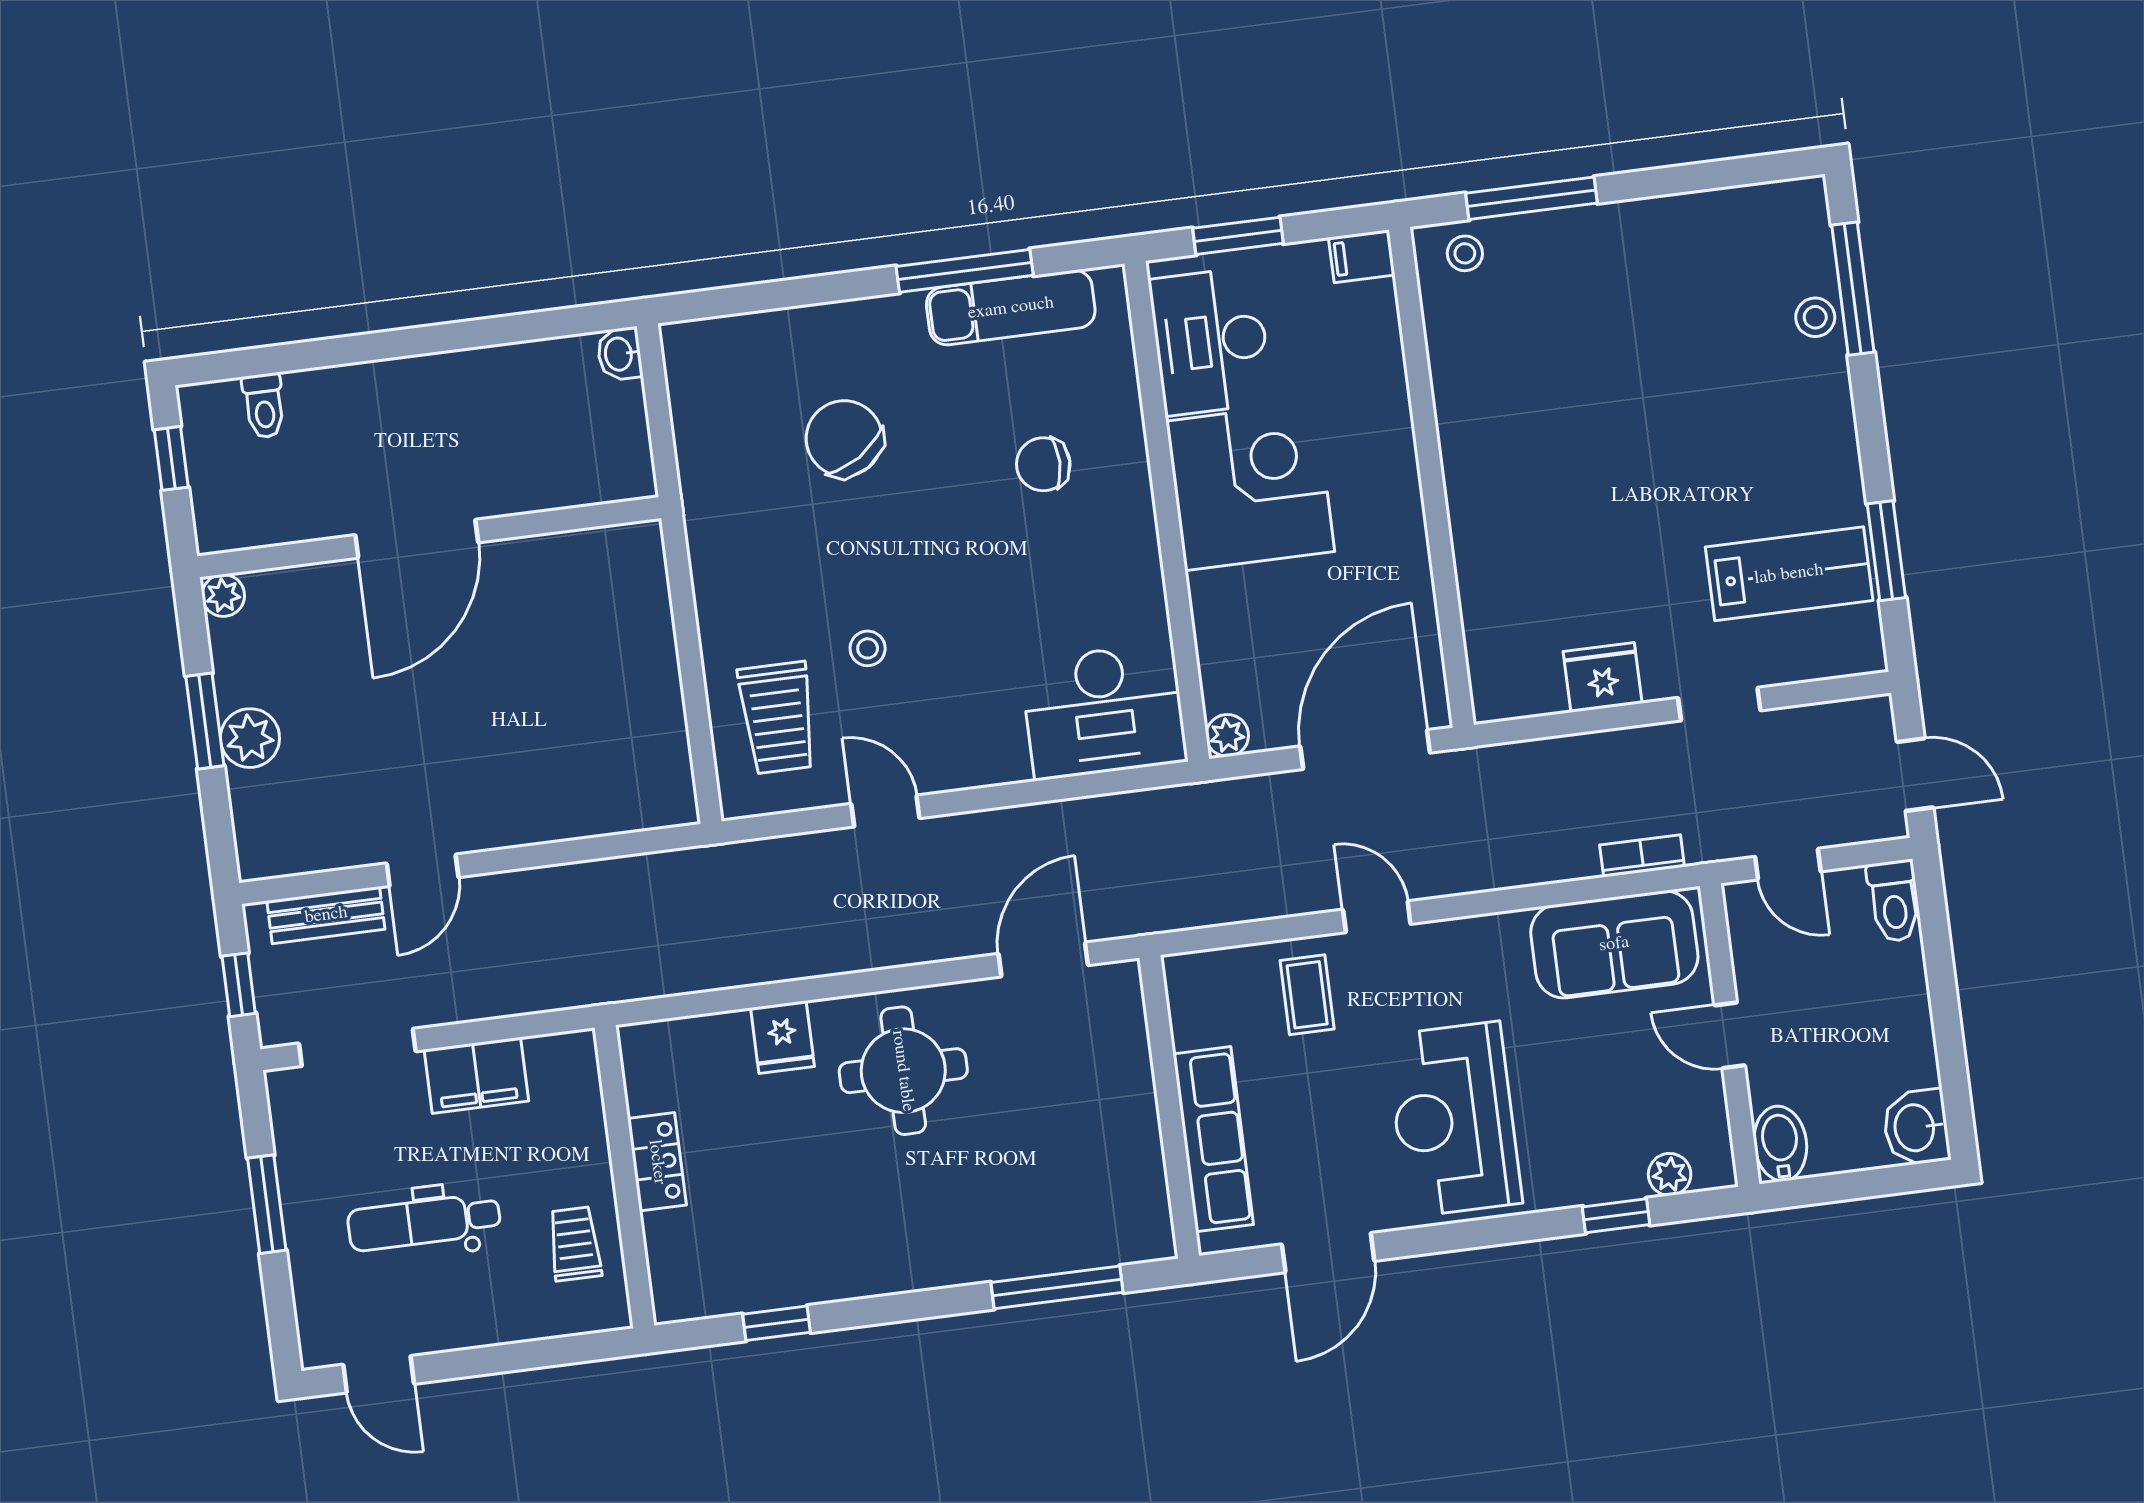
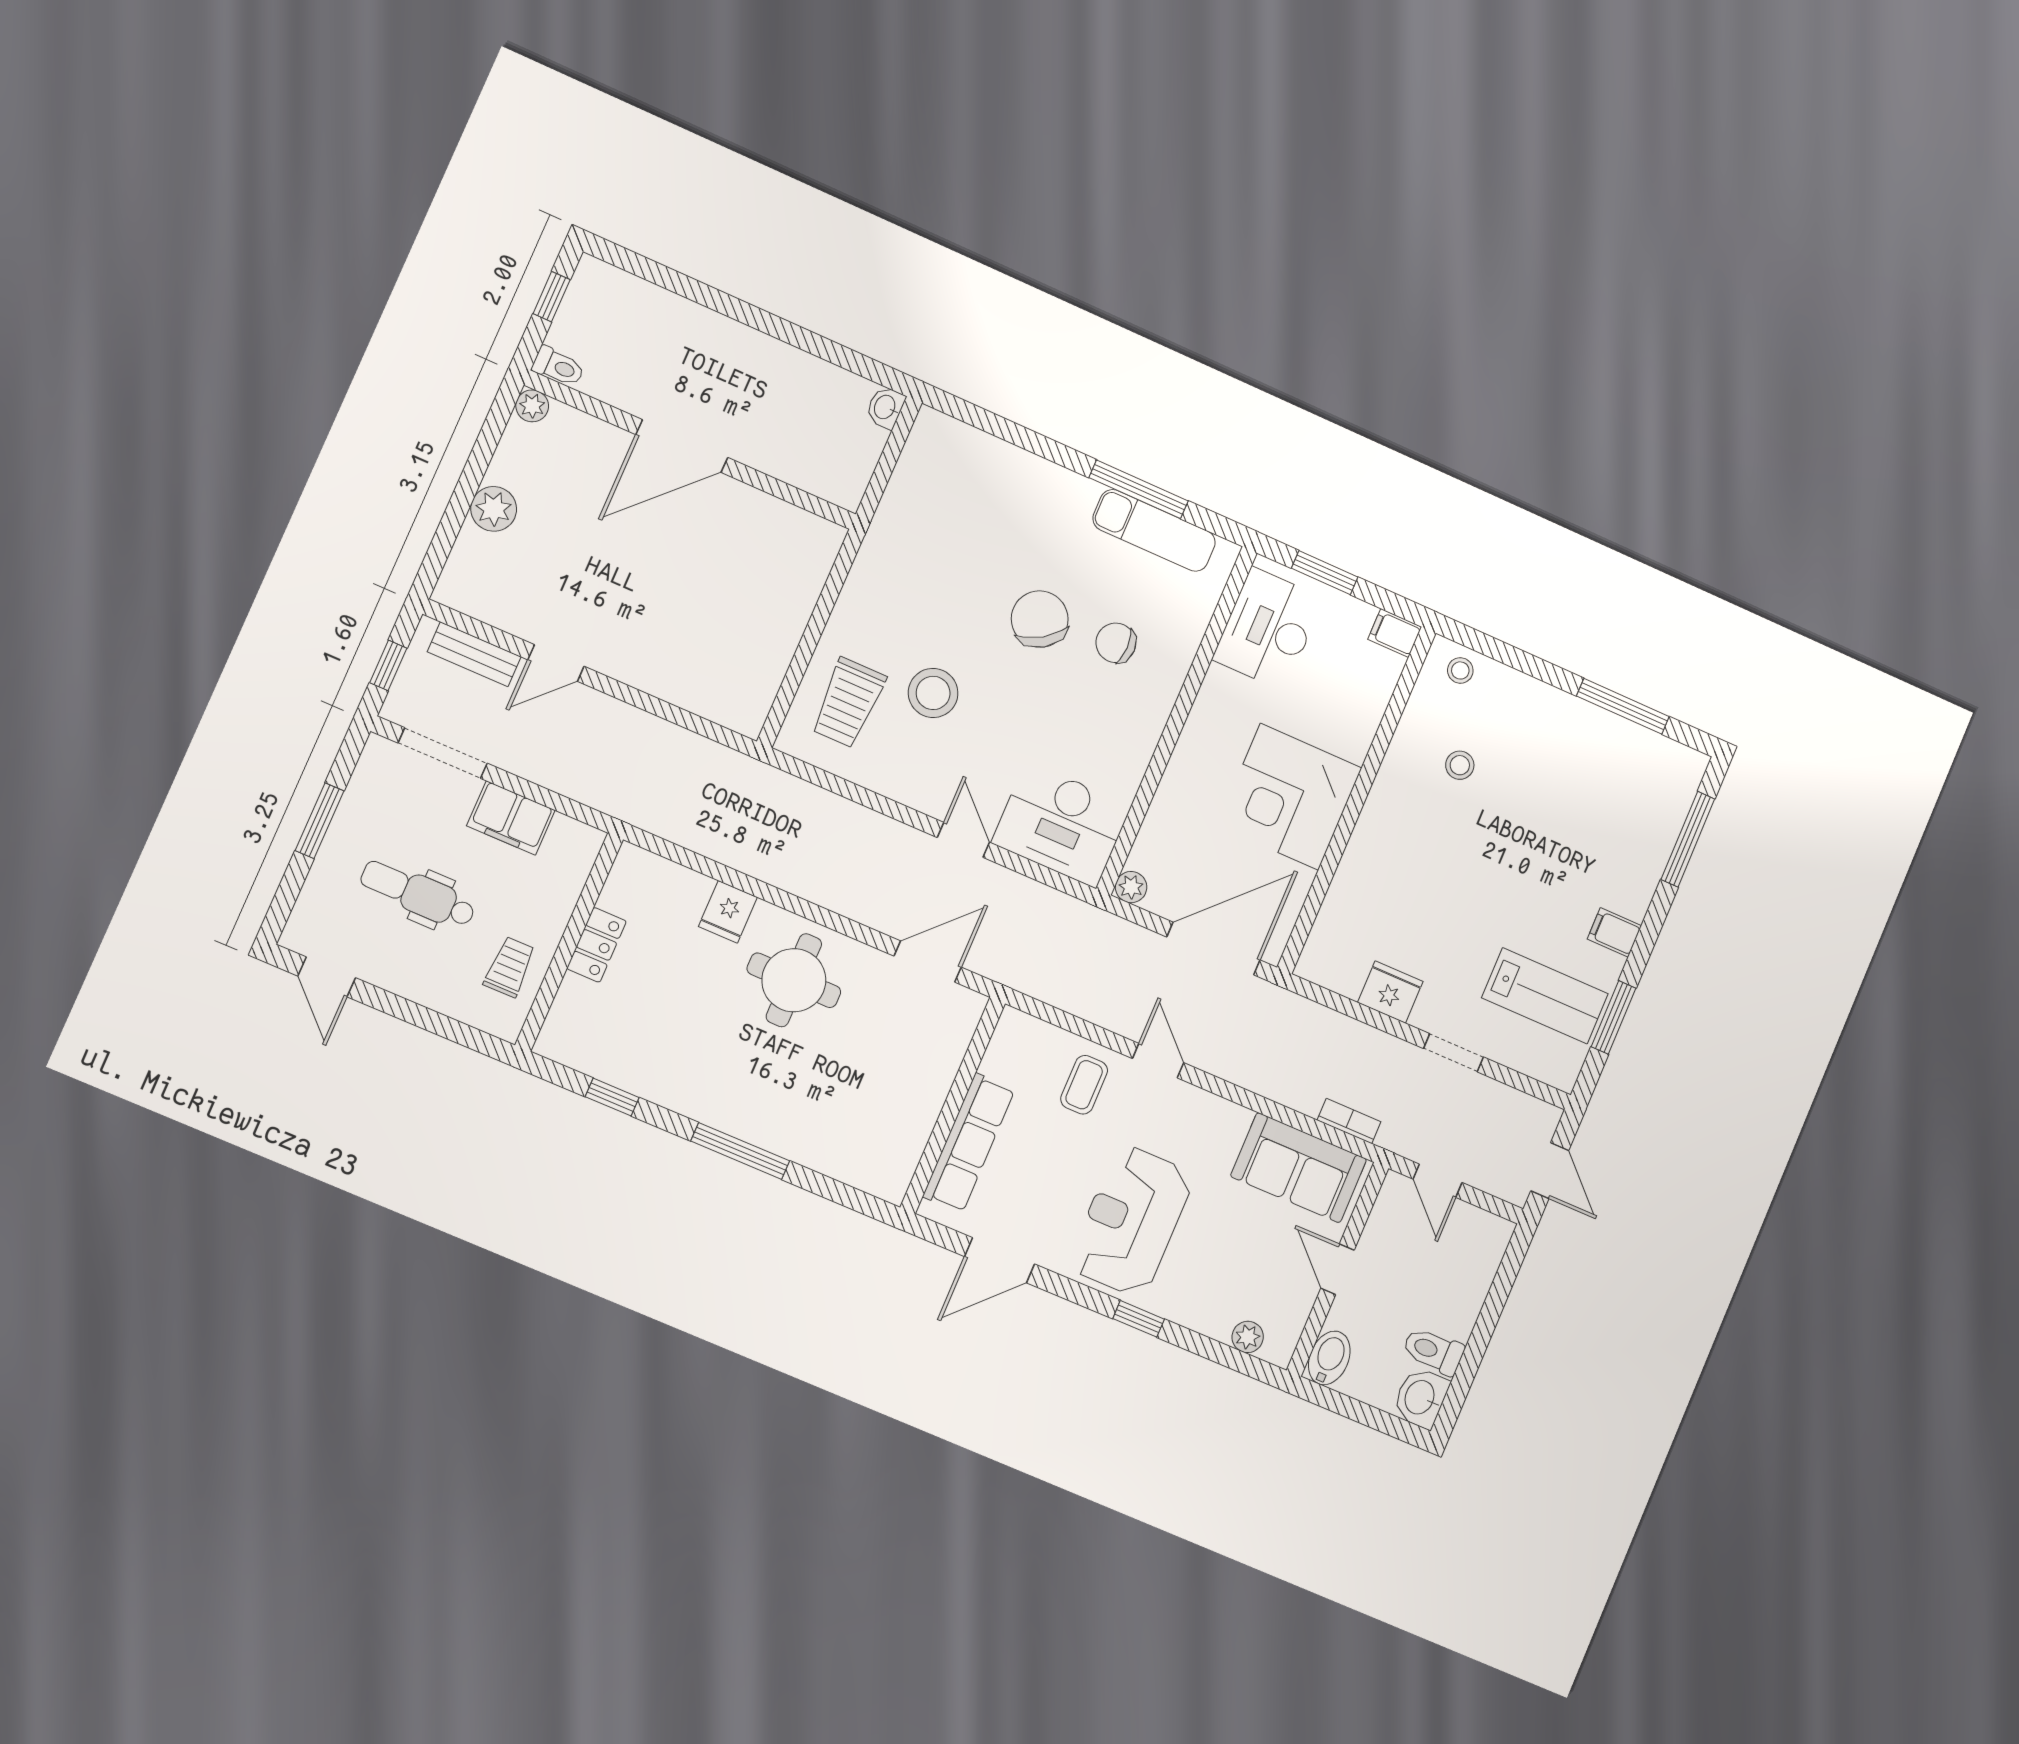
window: (1532, 198) -> (1623, 706), moved
stool: (1815, 317) -> (1460, 765), moved
toilet: (264, 406) -> (558, 367), moved, turned -90
chair: (844, 439) -> (1040, 619), moved
filing cabinet: (1829, 450) -> (1614, 932), added
corner desk: (1250, 486) -> (1289, 797), moved, turned 180
stool: (868, 648) -> (933, 693), width x1.89, depth x1.89
window: (205, 721) -> (470, 480), removed
door: (885, 811) -> (963, 840), moved
toilet: (1894, 901) -> (1433, 1351), moved, turned 90
window: (1616, 1216) -> (1139, 1319), moved
window: (1057, 1287) -> (740, 1151), moved

